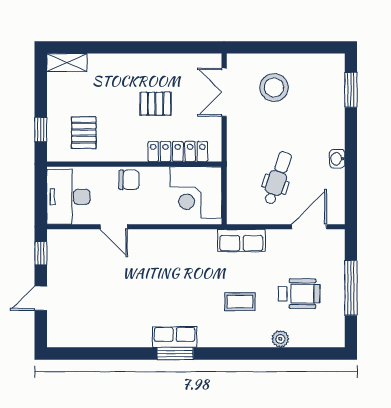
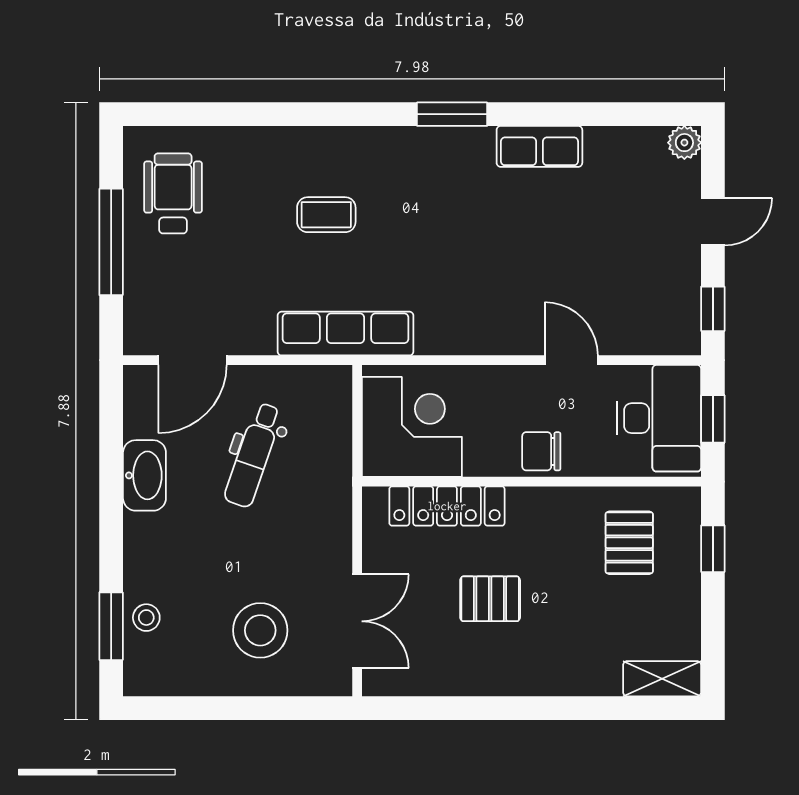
stool: (333, 94) -> (146, 618), added
washbasin: (337, 159) -> (144, 475), width x1.91, depth x1.45
window: (41, 196) -> (713, 419), added
row of seats: (241, 240) -> (345, 334), width x1.48
wheelchair: (299, 294) -> (173, 193), moved, turned 90
row of seats: (175, 337) -> (539, 146), moved
plant: (280, 339) -> (684, 143), moved

